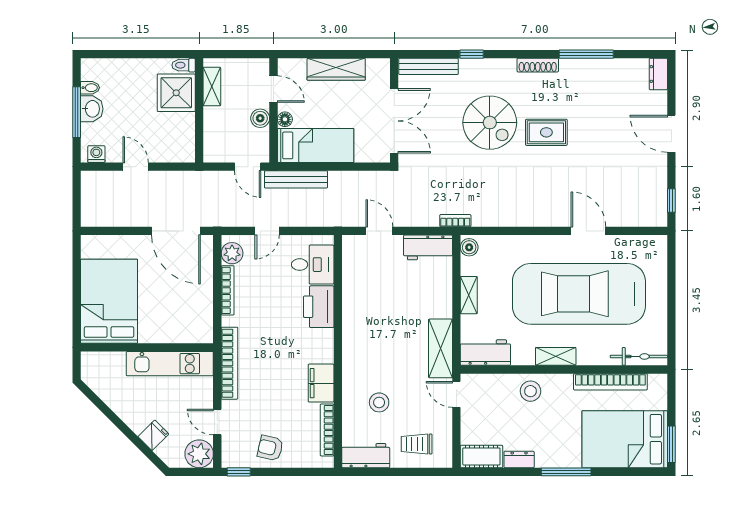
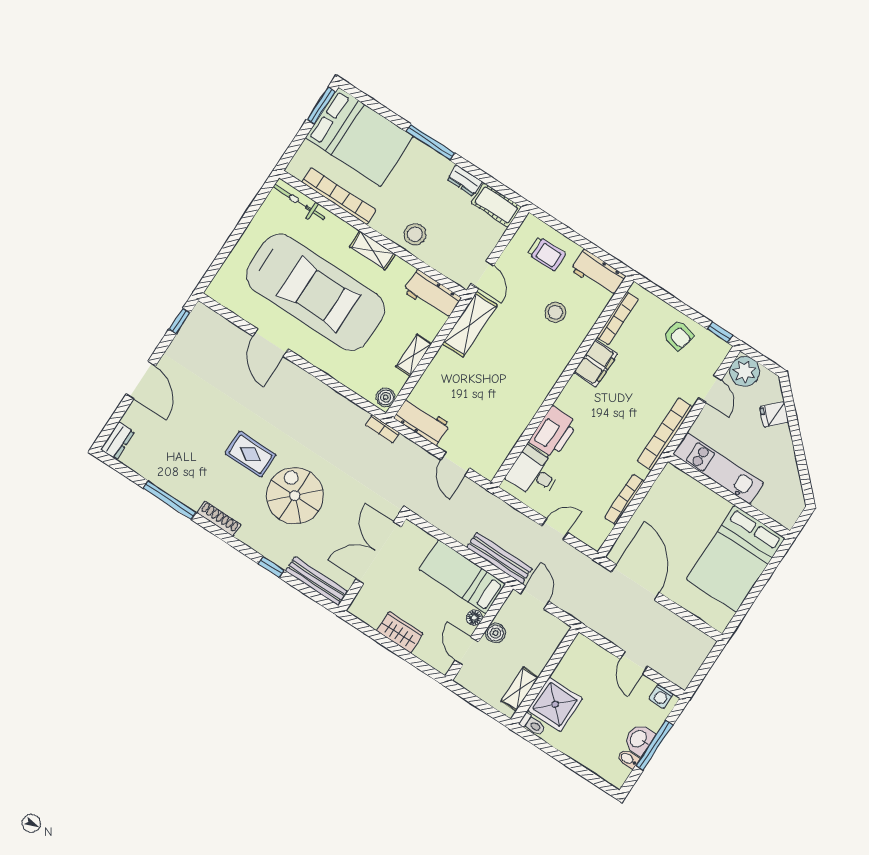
wardrobe: (336, 69) -> (400, 632), width x0.67
plant: (232, 253) -> (599, 530), removed

